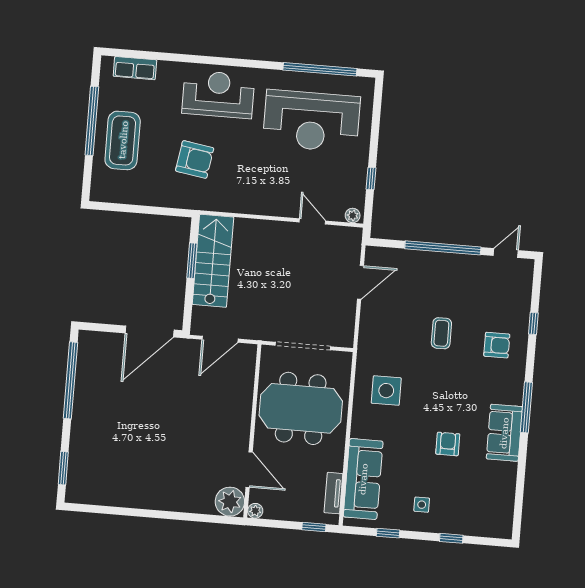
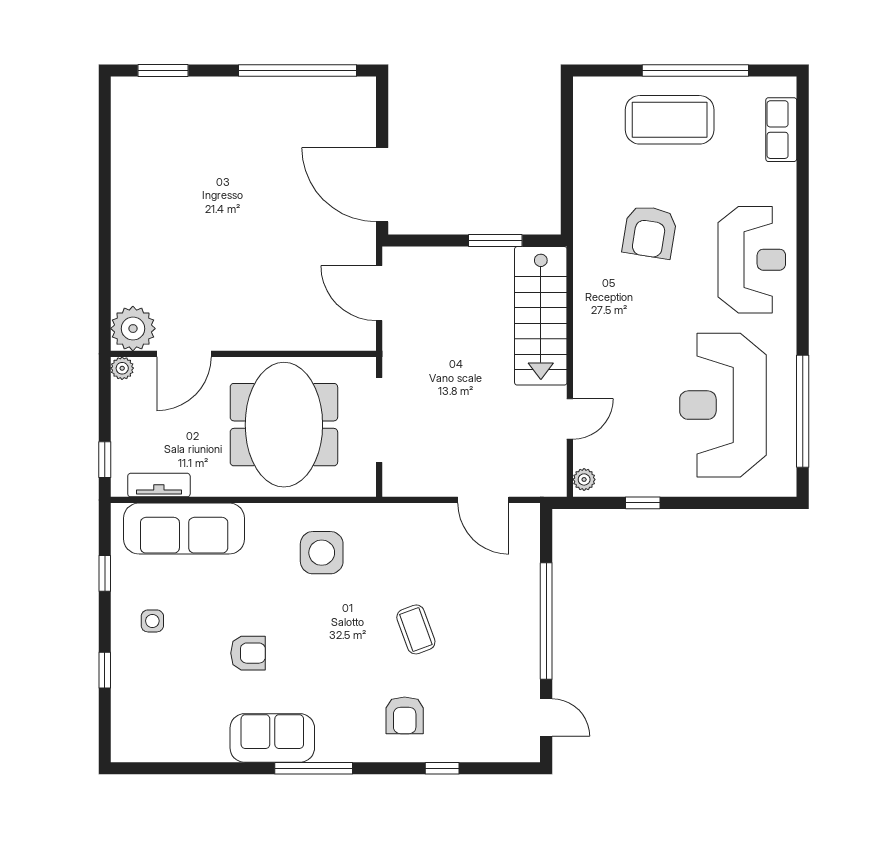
stairs: (213, 261) -> (541, 316), moved, turned 90
coffee table: (441, 333) -> (416, 629), turned 70

